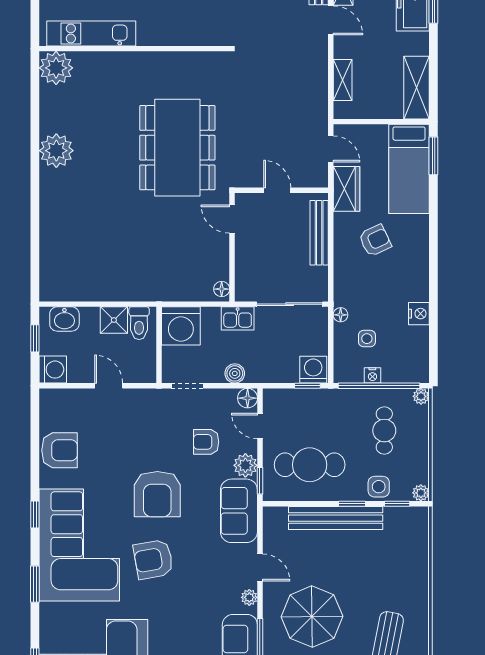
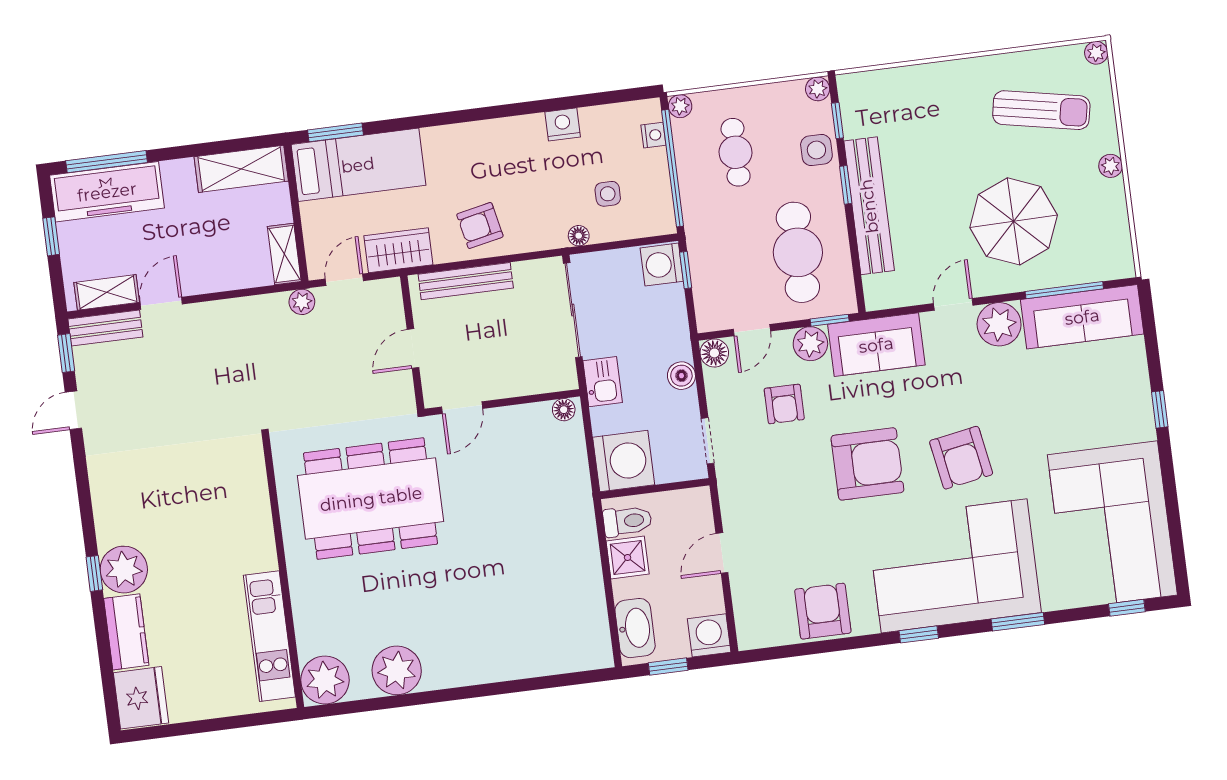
kitchen unit: (91, 33) -> (269, 636), moved
wall: (134, 49) -> (283, 572), moved
plant: (56, 68) -> (325, 680), moved
shelving: (343, 80) -> (284, 254), moved, turned 90
plant: (319, 118) -> (302, 302), added
armchair: (375, 240) -> (480, 225), moved, turned -77
washbasin: (64, 319) -> (635, 628), width x1.38
nightstand: (372, 375) -> (653, 135), moved
cafe table: (384, 431) -> (736, 152), turned 90
plant: (249, 597) -> (999, 324), width x1.87, depth x1.87

